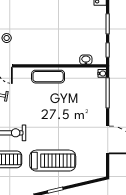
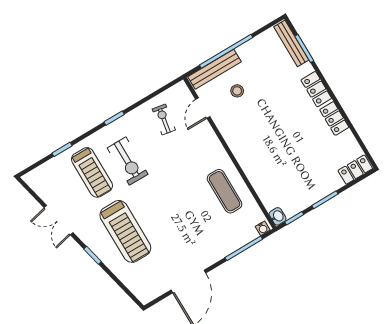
washbasin: (86, 60) -> (278, 216), moved
exercise mat: (48, 77) -> (225, 191), moved

